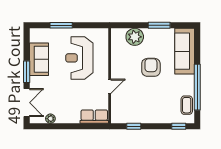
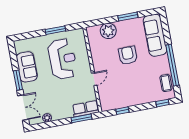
window: (61, 25) -> (55, 30), moved
reception desk: (79, 58) -> (62, 59), turned 180
window: (88, 126) -> (81, 118), added

